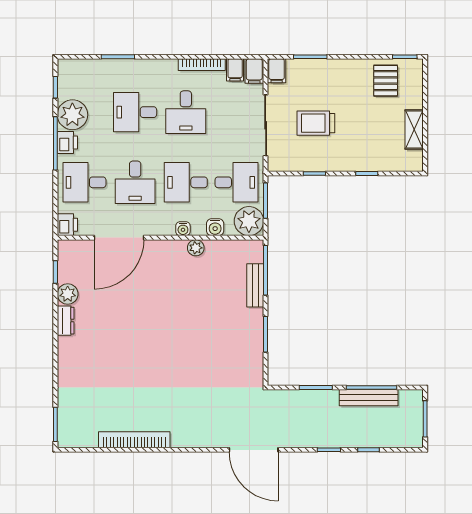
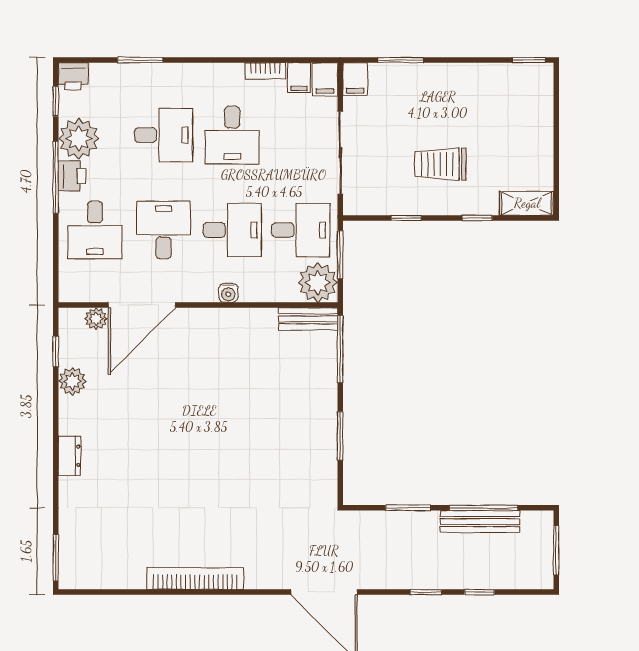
bookcase: (202, 65) -> (265, 71), width x0.64
pallet: (386, 81) -> (503, 92), removed
desk: (135, 112) -> (164, 135), turned 180
trolley: (316, 123) -> (441, 164), moved
shelving: (414, 130) -> (527, 203), moved, turned 90
desk: (84, 182) -> (95, 230), turned -90
desk: (135, 182) -> (164, 230), turned 180
desk: (186, 182) -> (232, 230), turned 180
printer: (67, 225) -> (73, 76), moved, turned 90
water cooler: (215, 227) -> (272, 291), removed
plant: (196, 248) -> (96, 319), moved
bench: (255, 285) -> (308, 319), moved, turned 90
dresser: (66, 321) -> (70, 456), moved
bookcase: (134, 440) -> (195, 579), moved

